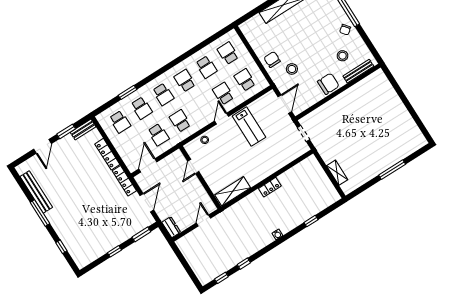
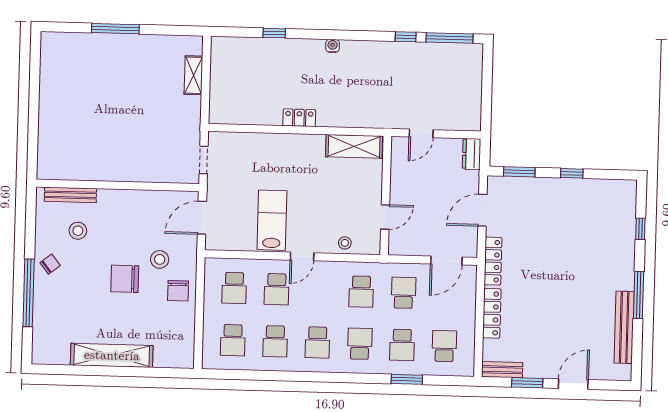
school desk: (206, 67) -> (275, 341), turned 180
chair: (328, 84) -> (125, 279), moved
school desk: (142, 108) -> (402, 345), turned 180
window: (221, 278) -> (450, 38), width x2.17

